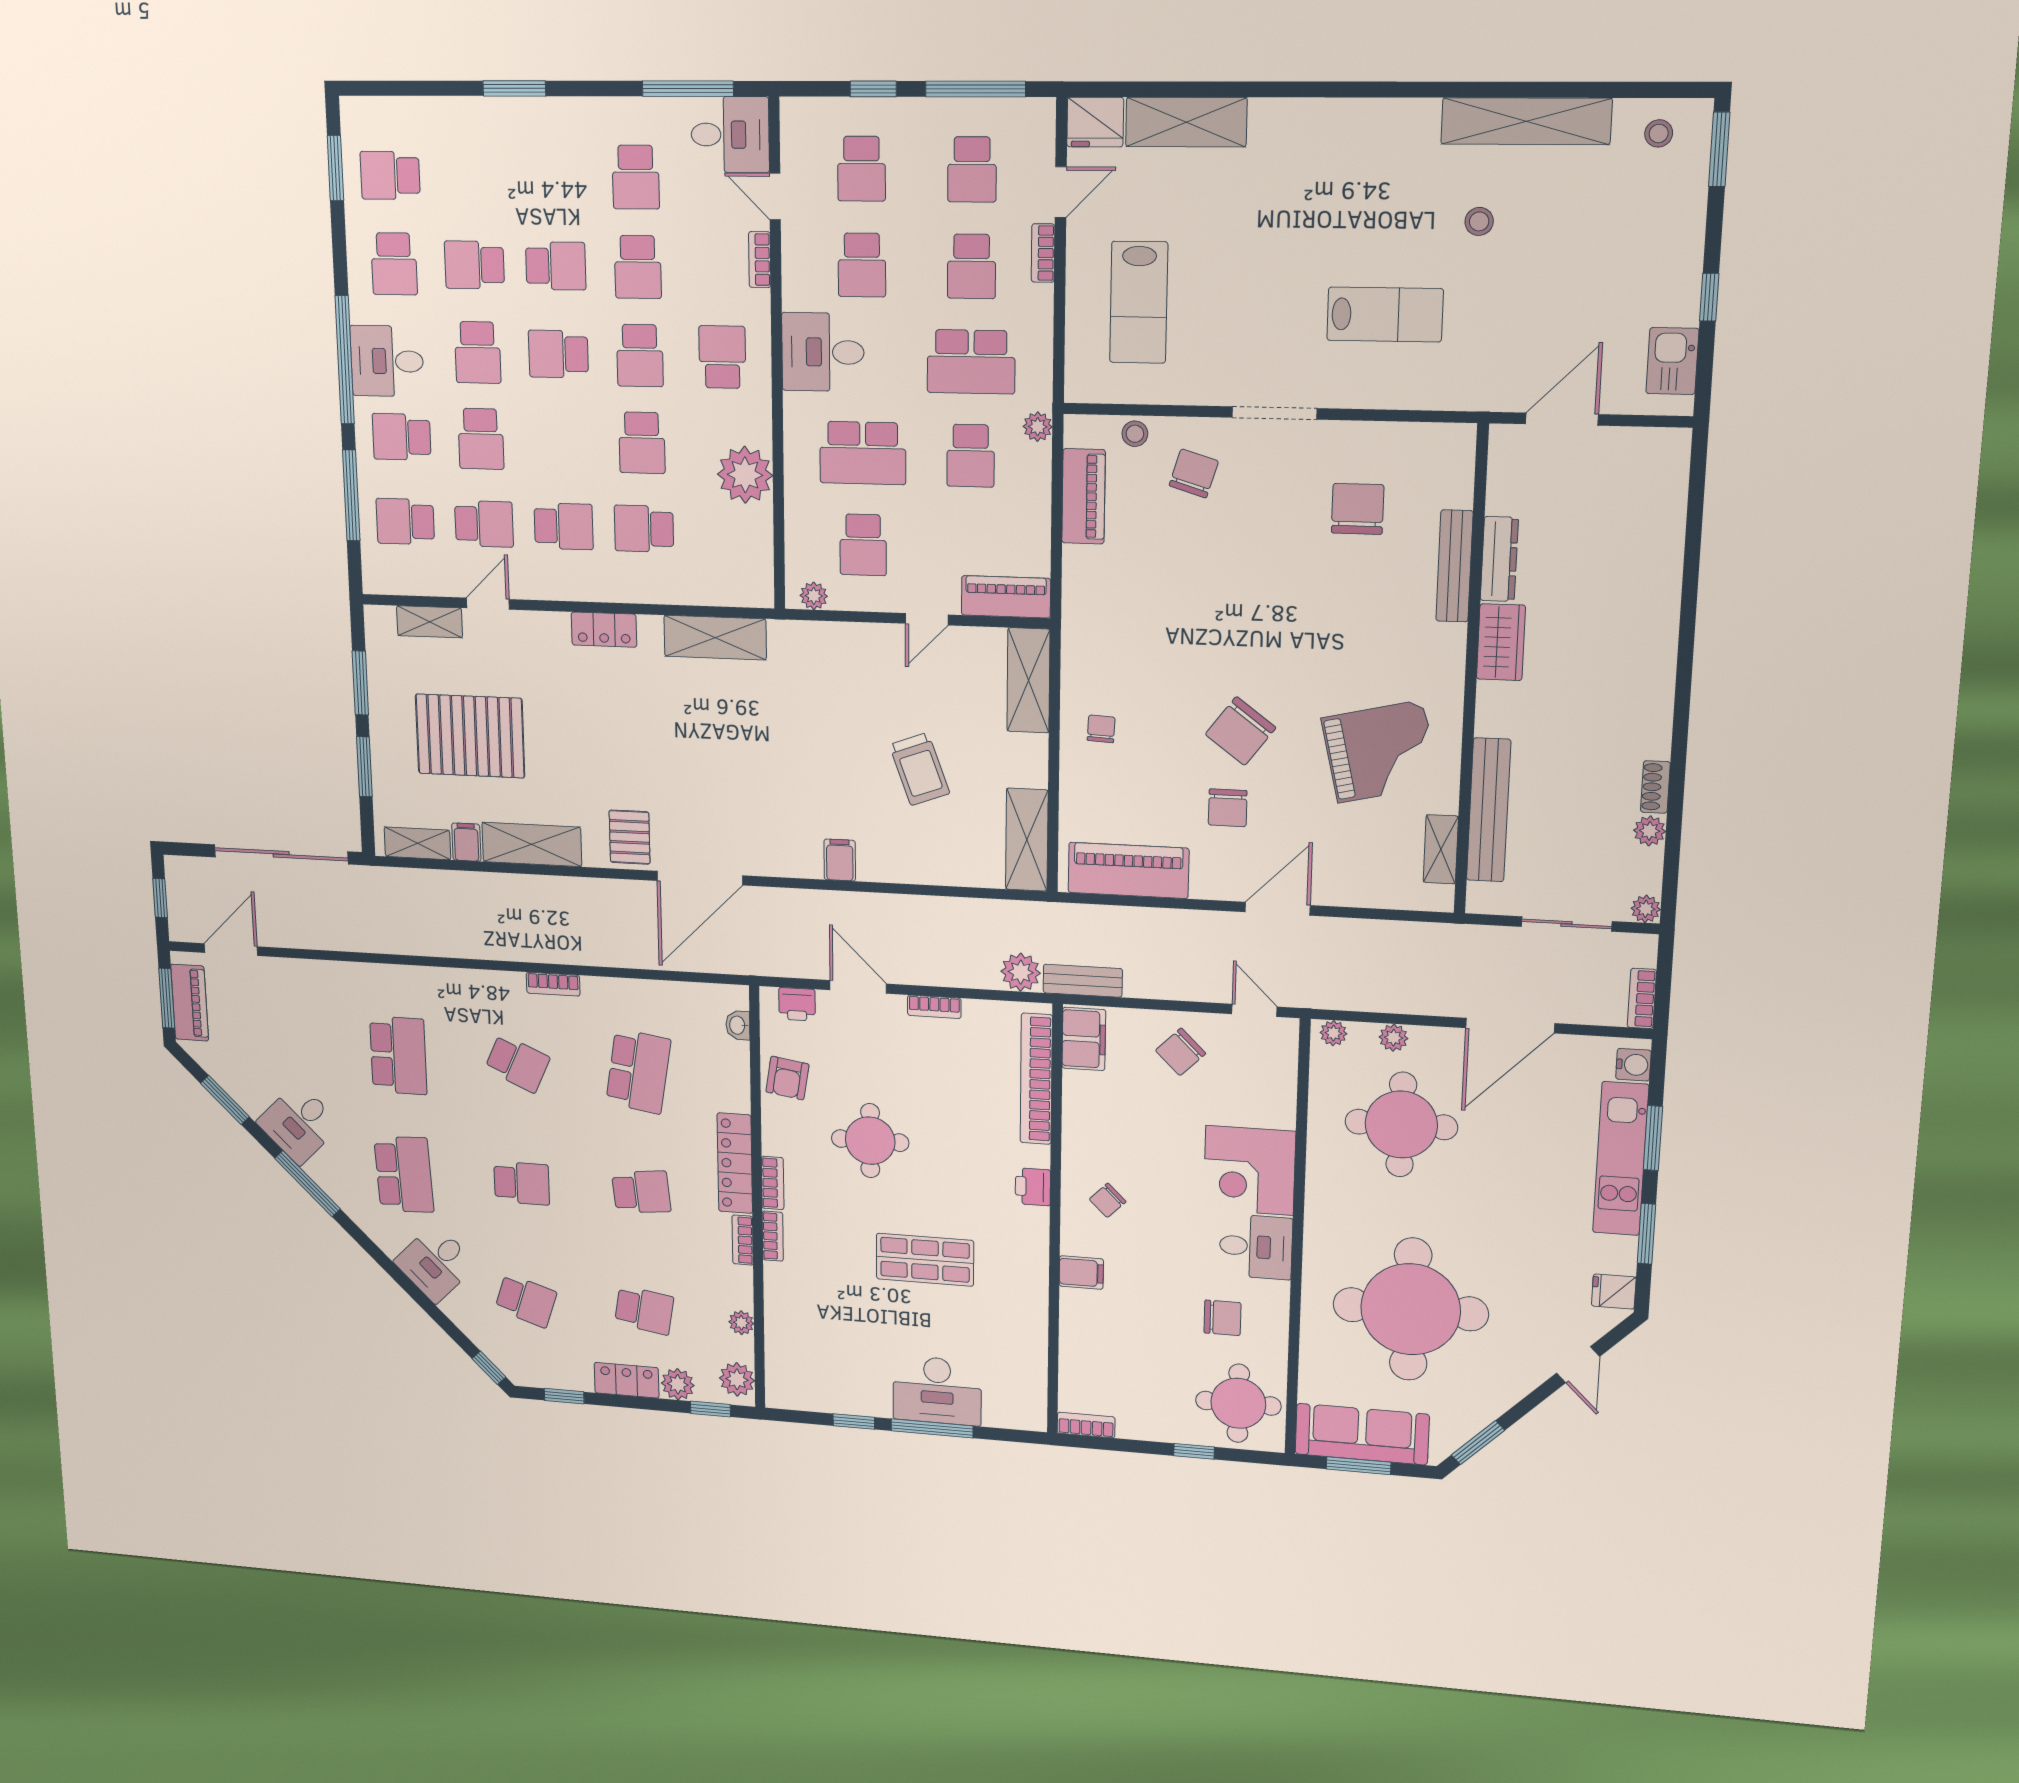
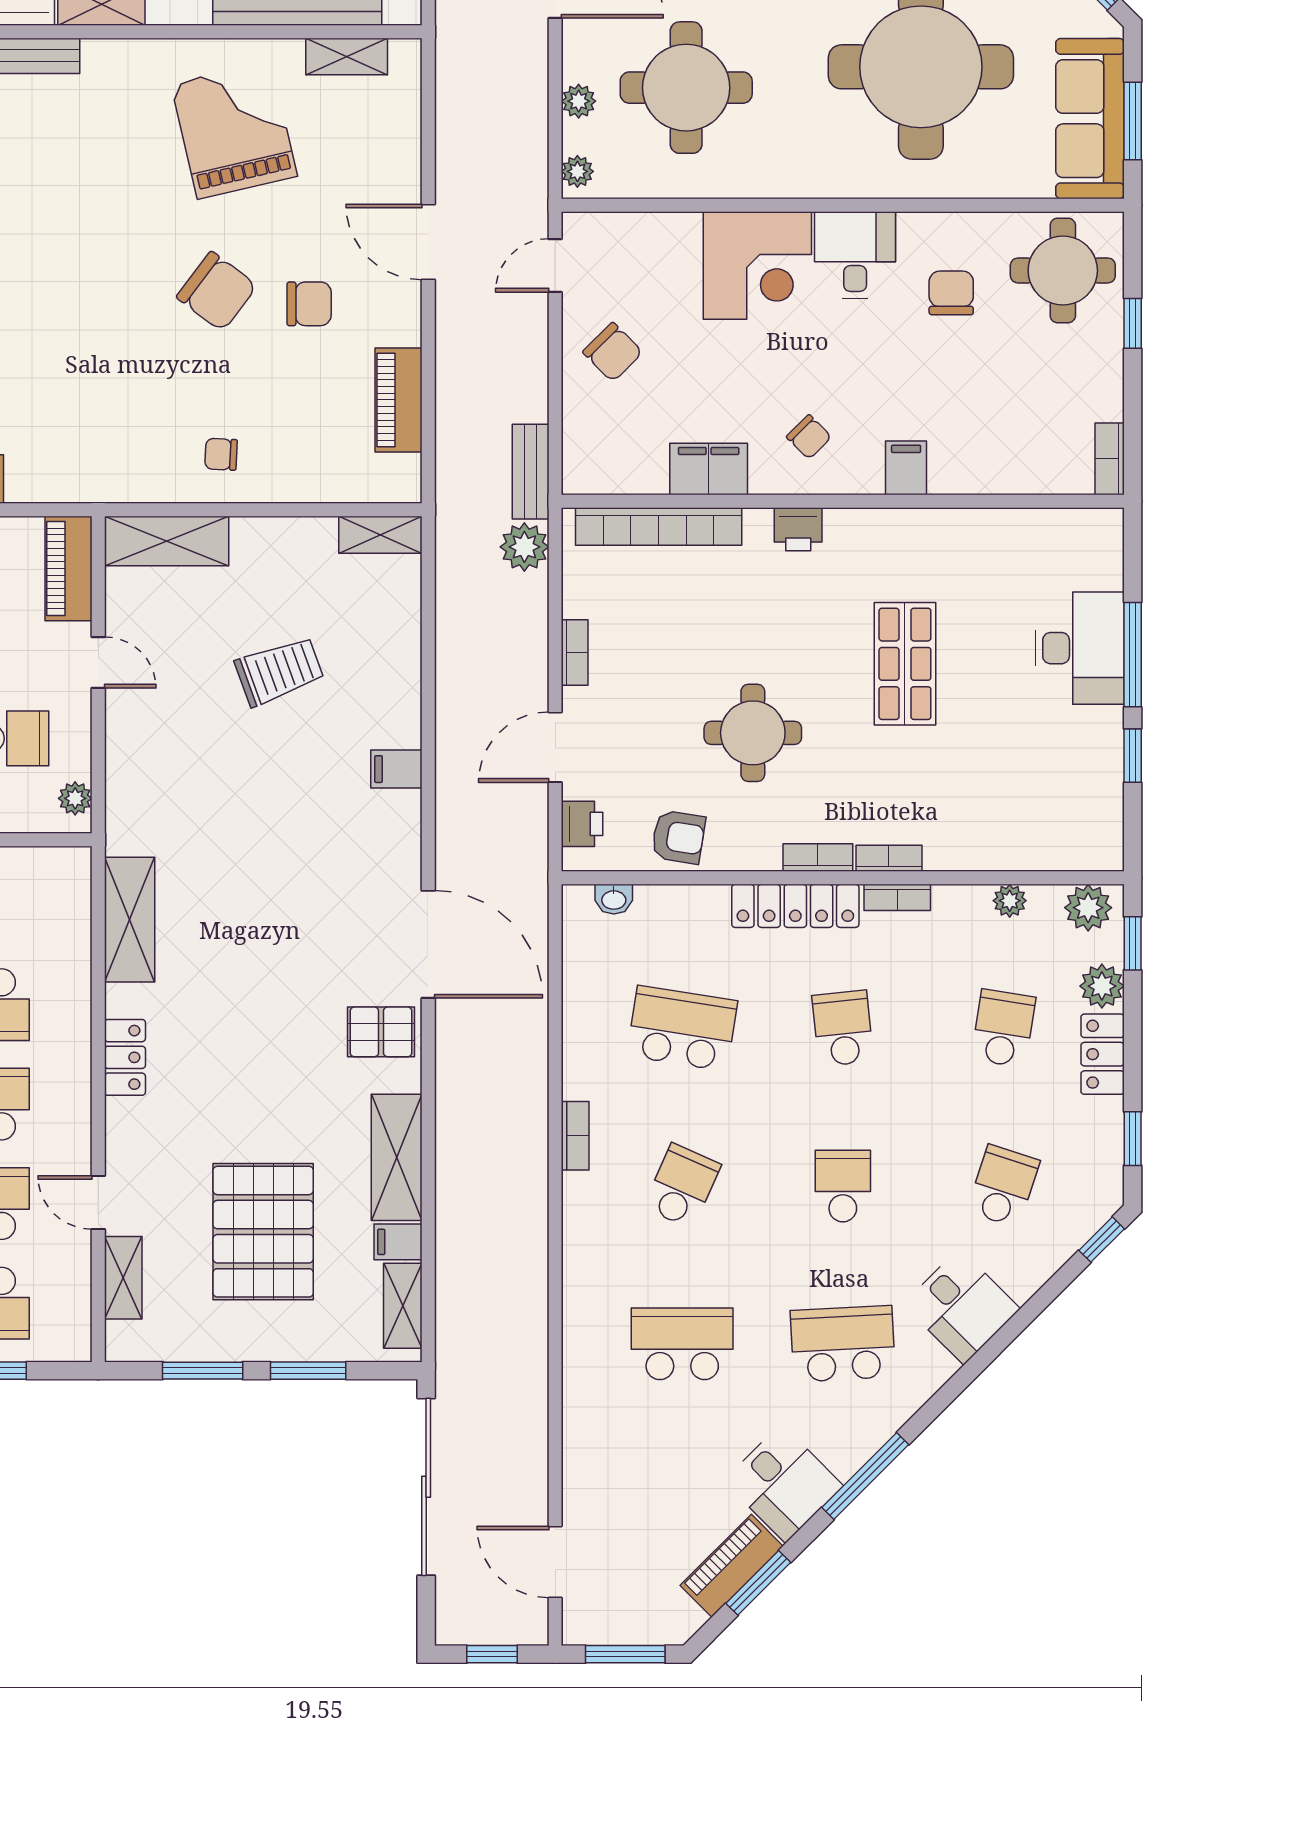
shelving: (1027, 840) -> (380, 535), width x0.67, depth x0.75
piano: (1128, 870) -> (399, 400), width x0.73, depth x0.75
piano: (190, 1003) -> (732, 1566), moved, turned -45
filing cabinet: (1084, 1039) -> (709, 469), moved

